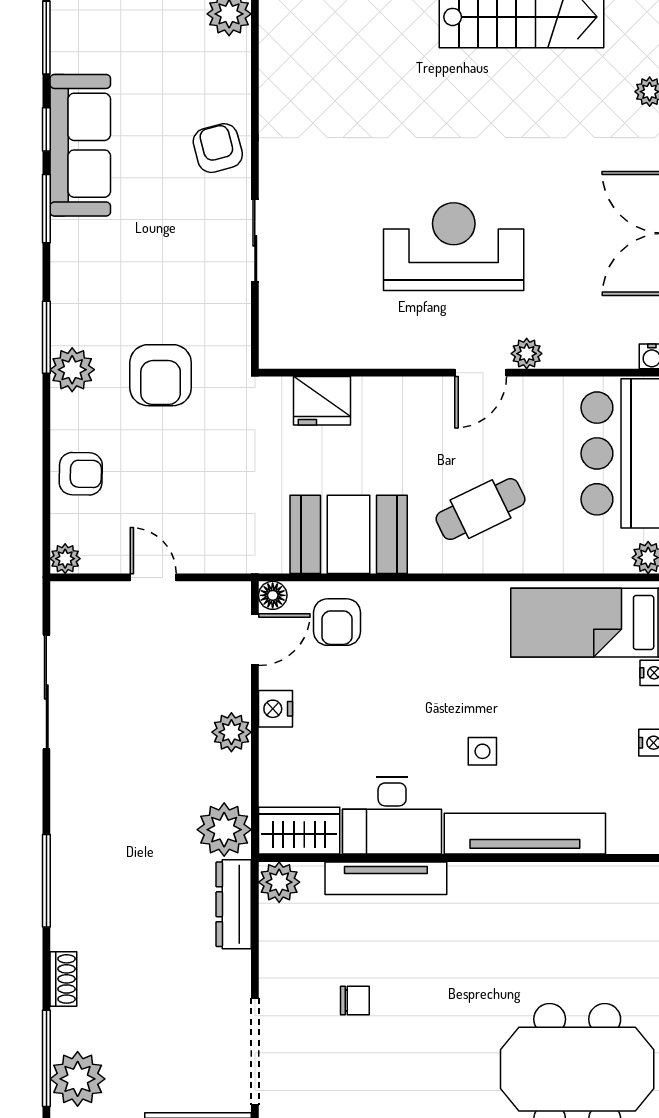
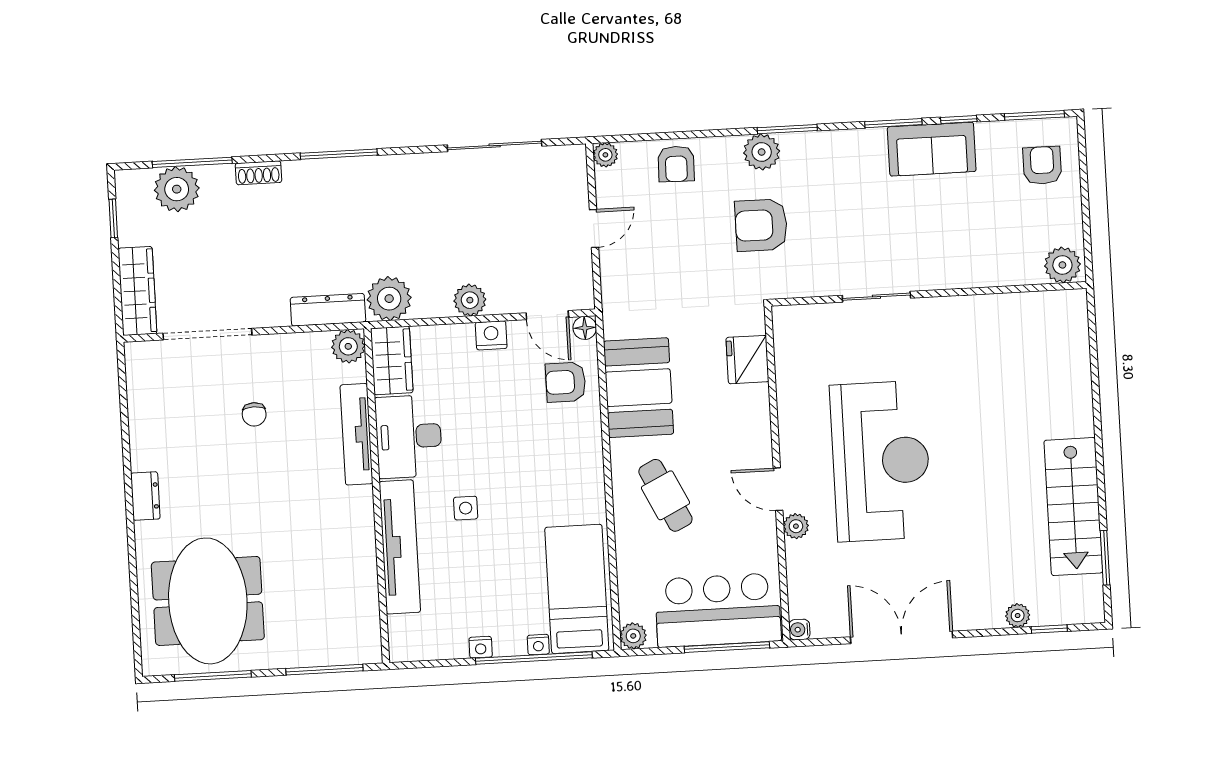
sofa: (80, 145) -> (932, 149), width x0.73
armchair: (218, 148) -> (1042, 165), moved, turned -75
reception desk: (454, 247) -> (881, 461), width x1.36, depth x1.30

